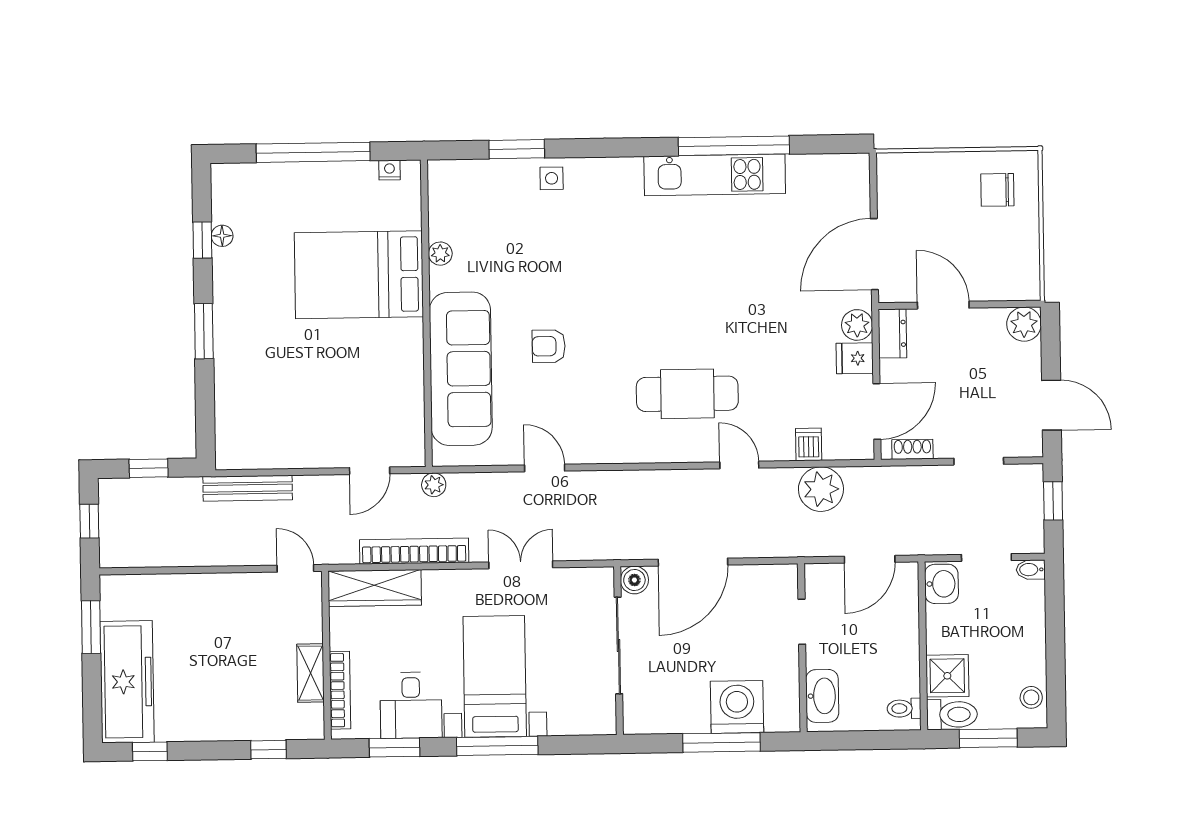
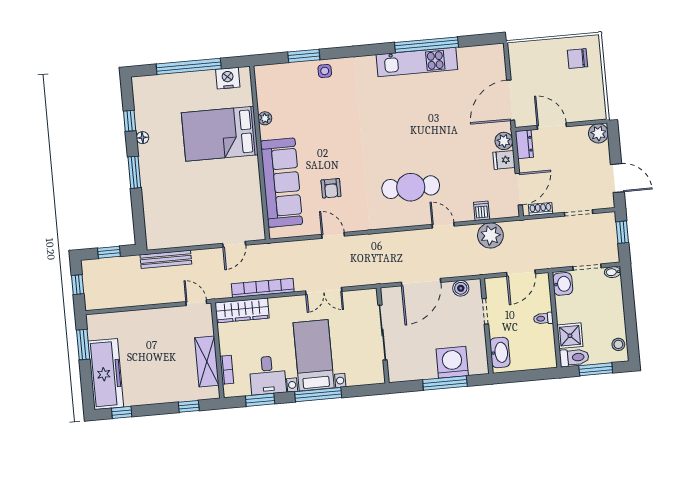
nightstand: (389, 170) -> (228, 78), width x1.89, depth x1.79
floor lamp: (222, 236) -> (142, 138), moved
armchair: (549, 346) -> (331, 188), moved, turned -90
plant: (434, 485) -> (271, 249), removed
double door: (521, 565) -> (324, 291), swing flipped
boiler: (634, 580) -> (461, 288), moved
shelving: (311, 673) -> (207, 362), width x1.50, depth x1.33
bookcase: (340, 690) -> (227, 370), width x0.64
toilet: (904, 708) -> (543, 318), moved

